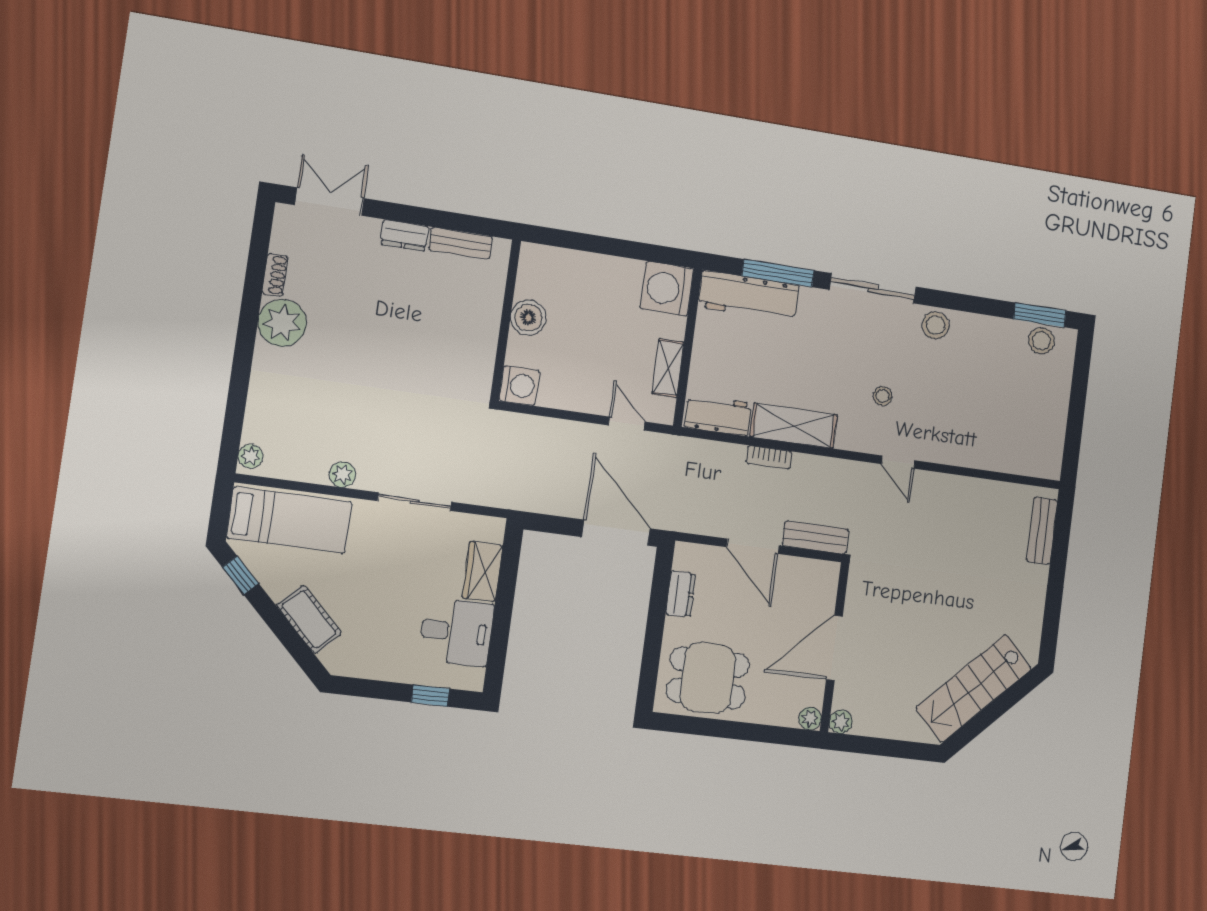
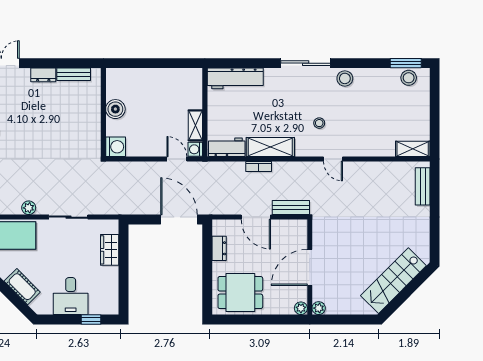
window: (778, 273) -> (250, 63), removed
washing machine: (667, 289) -> (195, 149), moved, width x0.53, depth x0.53
shelving: (1033, 464) -> (413, 149), added
desk: (456, 632) -> (71, 296), moved, turned 90

